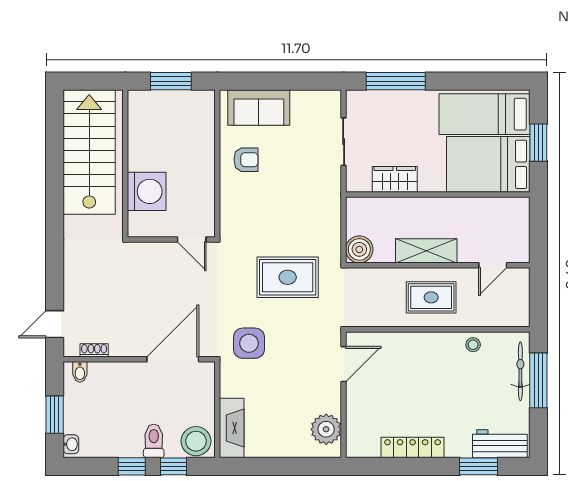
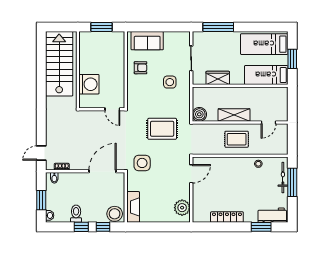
bed: (488, 164) -> (266, 75), width x0.67
side table: (302, 187) -> (170, 82), added
toilet: (154, 441) -> (76, 214), moved

